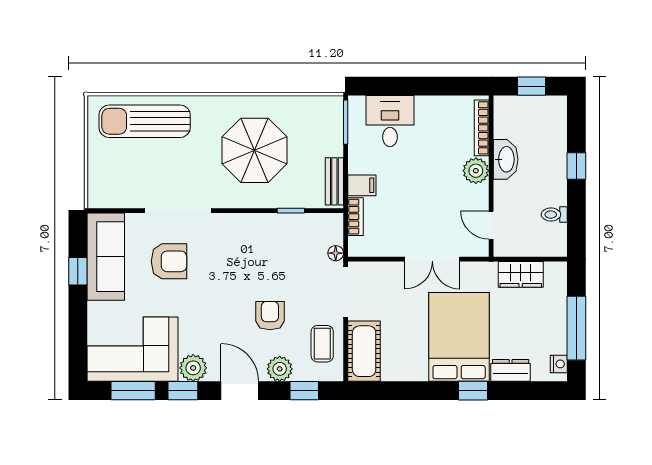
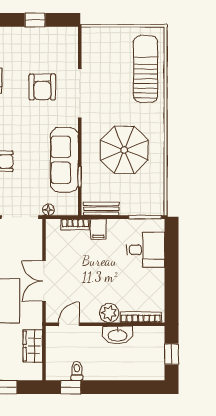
window: (576, 166) -> (71, 387), moved
sofa: (106, 257) -> (64, 160), moved, turned 90

